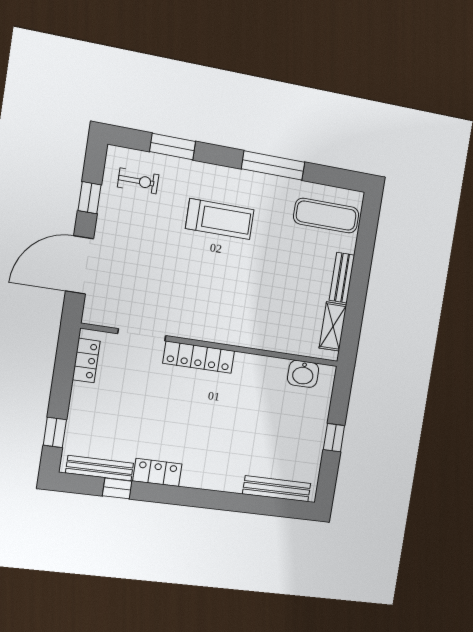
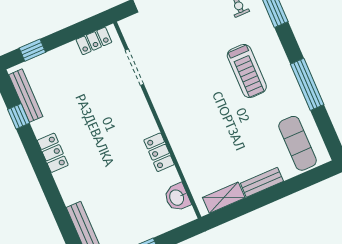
locker: (199, 357) -> (159, 152), moved, width x0.66
locker: (157, 472) -> (53, 153), moved

